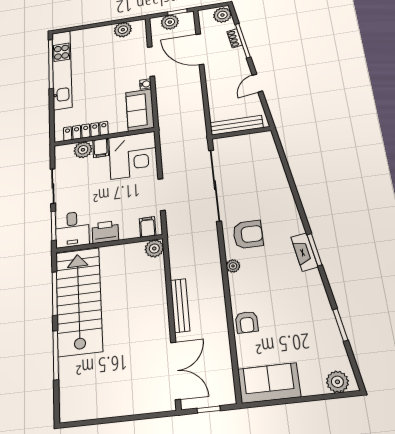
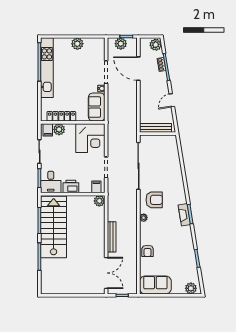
plant: (123, 30) -> (77, 44), moved
filing cabinet: (101, 148) -> (48, 130), moved

